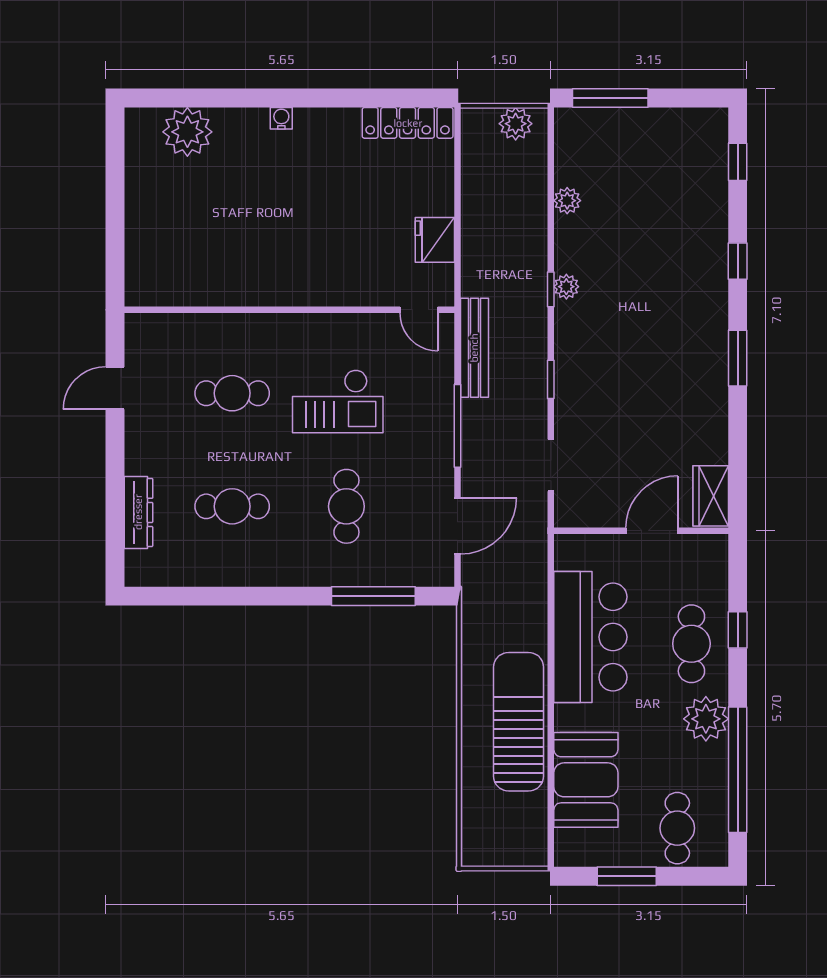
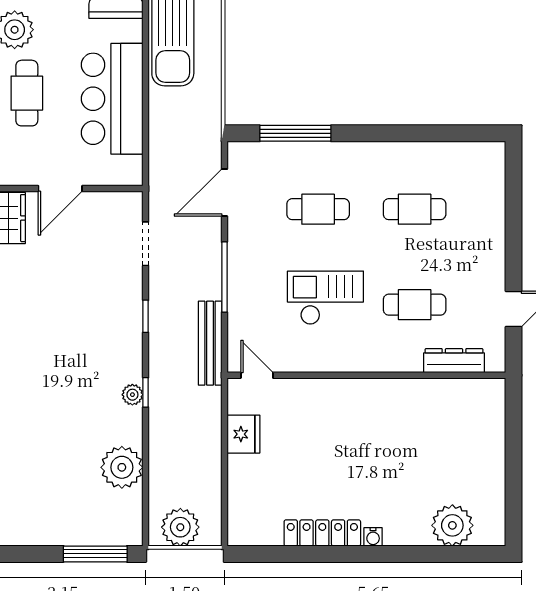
locker: (408, 123) -> (322, 533), moved
plant: (516, 124) -> (180, 527), width x1.36, depth x1.36
plant: (567, 201) -> (122, 467), width x1.87, depth x1.87
cafe table: (346, 506) -> (318, 209), turned 90
dresser: (138, 512) -> (454, 361), moved, turned 90

